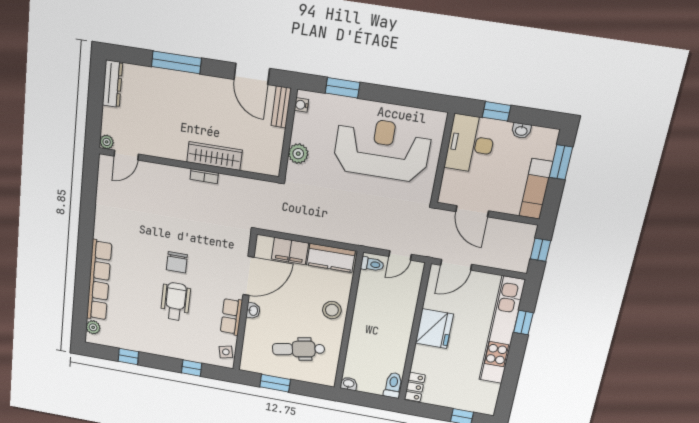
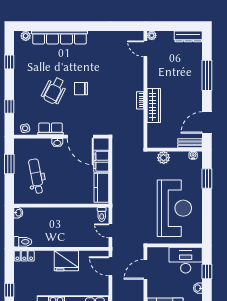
wheelchair: (176, 301) -> (54, 91), turned 117
stool: (332, 310) -> (67, 194), removed

